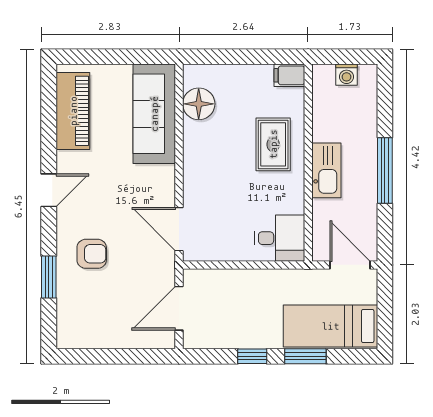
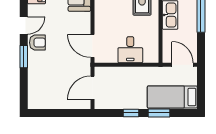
desk: (280, 238) -> (130, 50), moved, turned 90
armchair: (92, 254) -> (37, 43), moved
window: (49, 277) -> (24, 57), moved

